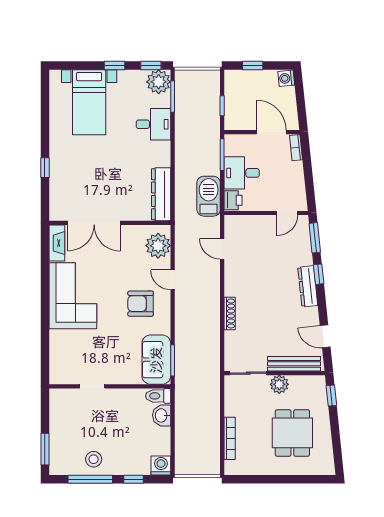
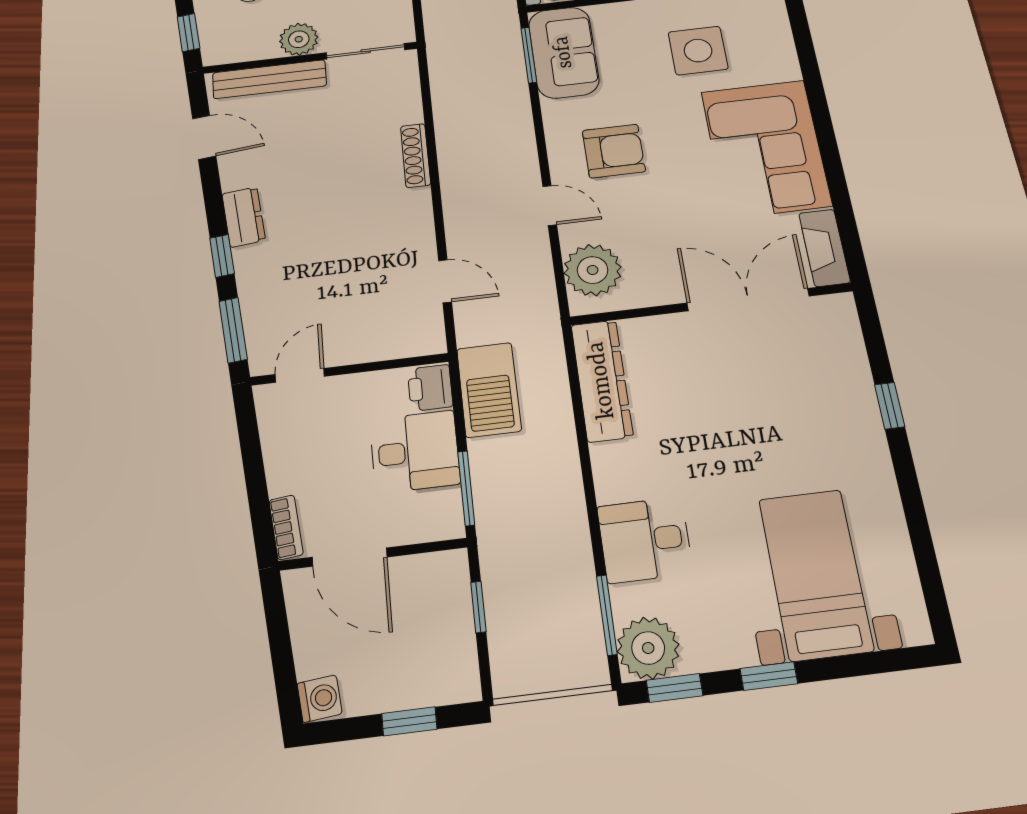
dresser: (308, 286) -> (244, 217), width x0.70
side table: (94, 352) -> (698, 51), added

